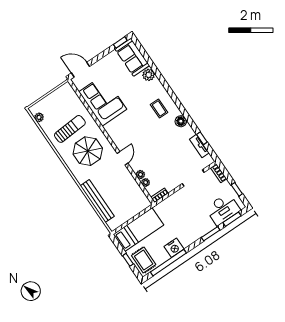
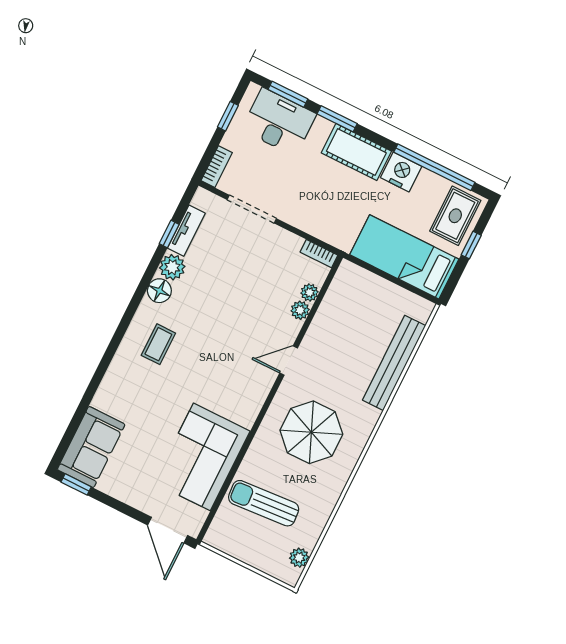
plant: (149, 75) -> (172, 267), moved
sun lounger: (70, 129) -> (264, 503), moved
cot: (193, 234) -> (356, 152), added

